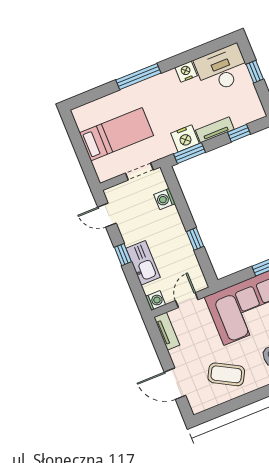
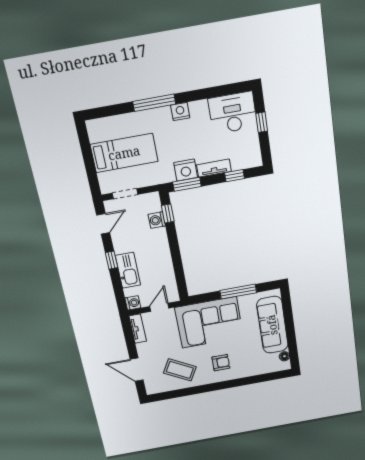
nightstand: (186, 72) -> (180, 112), moved
doorway: (139, 171) -> (125, 194), moved
door: (107, 215) -> (103, 224), swing flipped
window: (195, 239) -> (168, 213), moved

